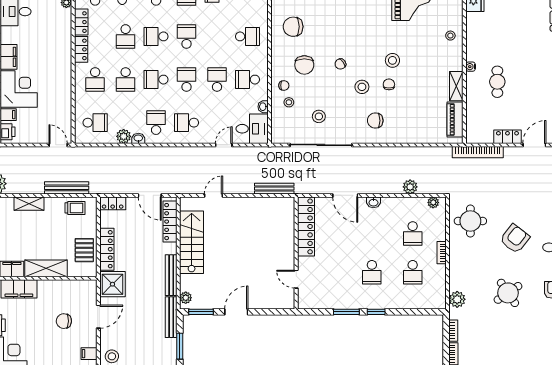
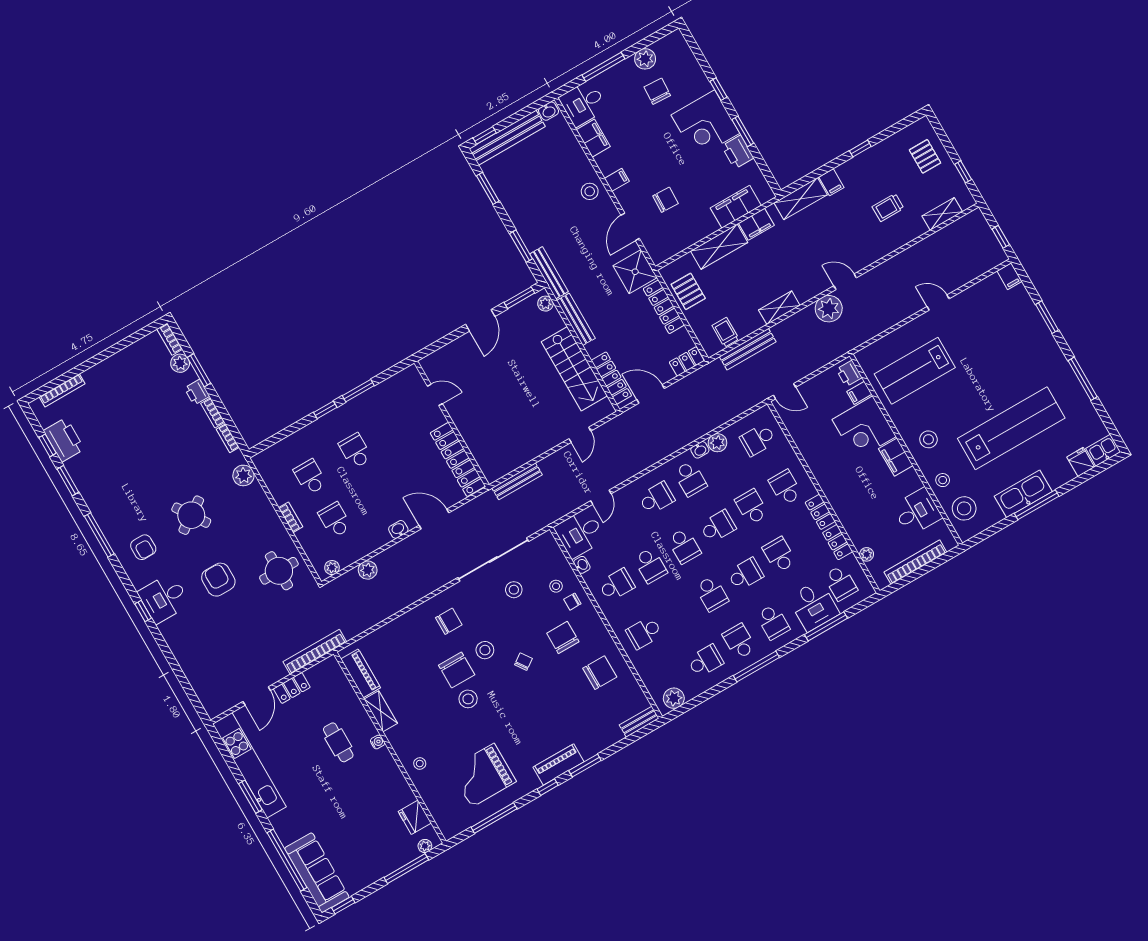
chair: (389, 84) -> (457, 670), width x1.87, depth x1.87
trolley: (75, 208) -> (725, 332), turned 90
armchair: (515, 239) -> (218, 580), turned 142

